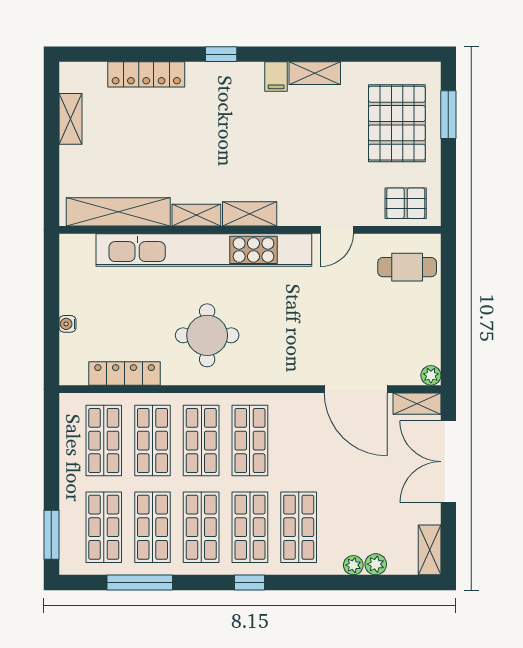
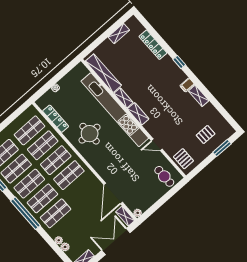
pallet: (397, 123) -> (206, 135), width x0.49, depth x0.50
window: (250, 582) -> (25, 213), width x3.17

